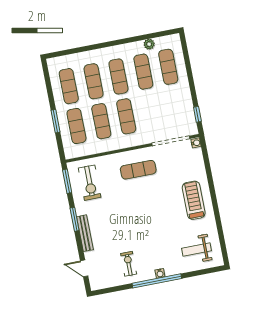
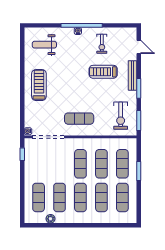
exercise bike: (90, 183) -> (121, 116), turned 180
treadmill: (194, 200) -> (39, 85), turned 180
treadmill: (121, 231) -> (103, 72), added
weight bench: (197, 249) -> (44, 45), turned 180

